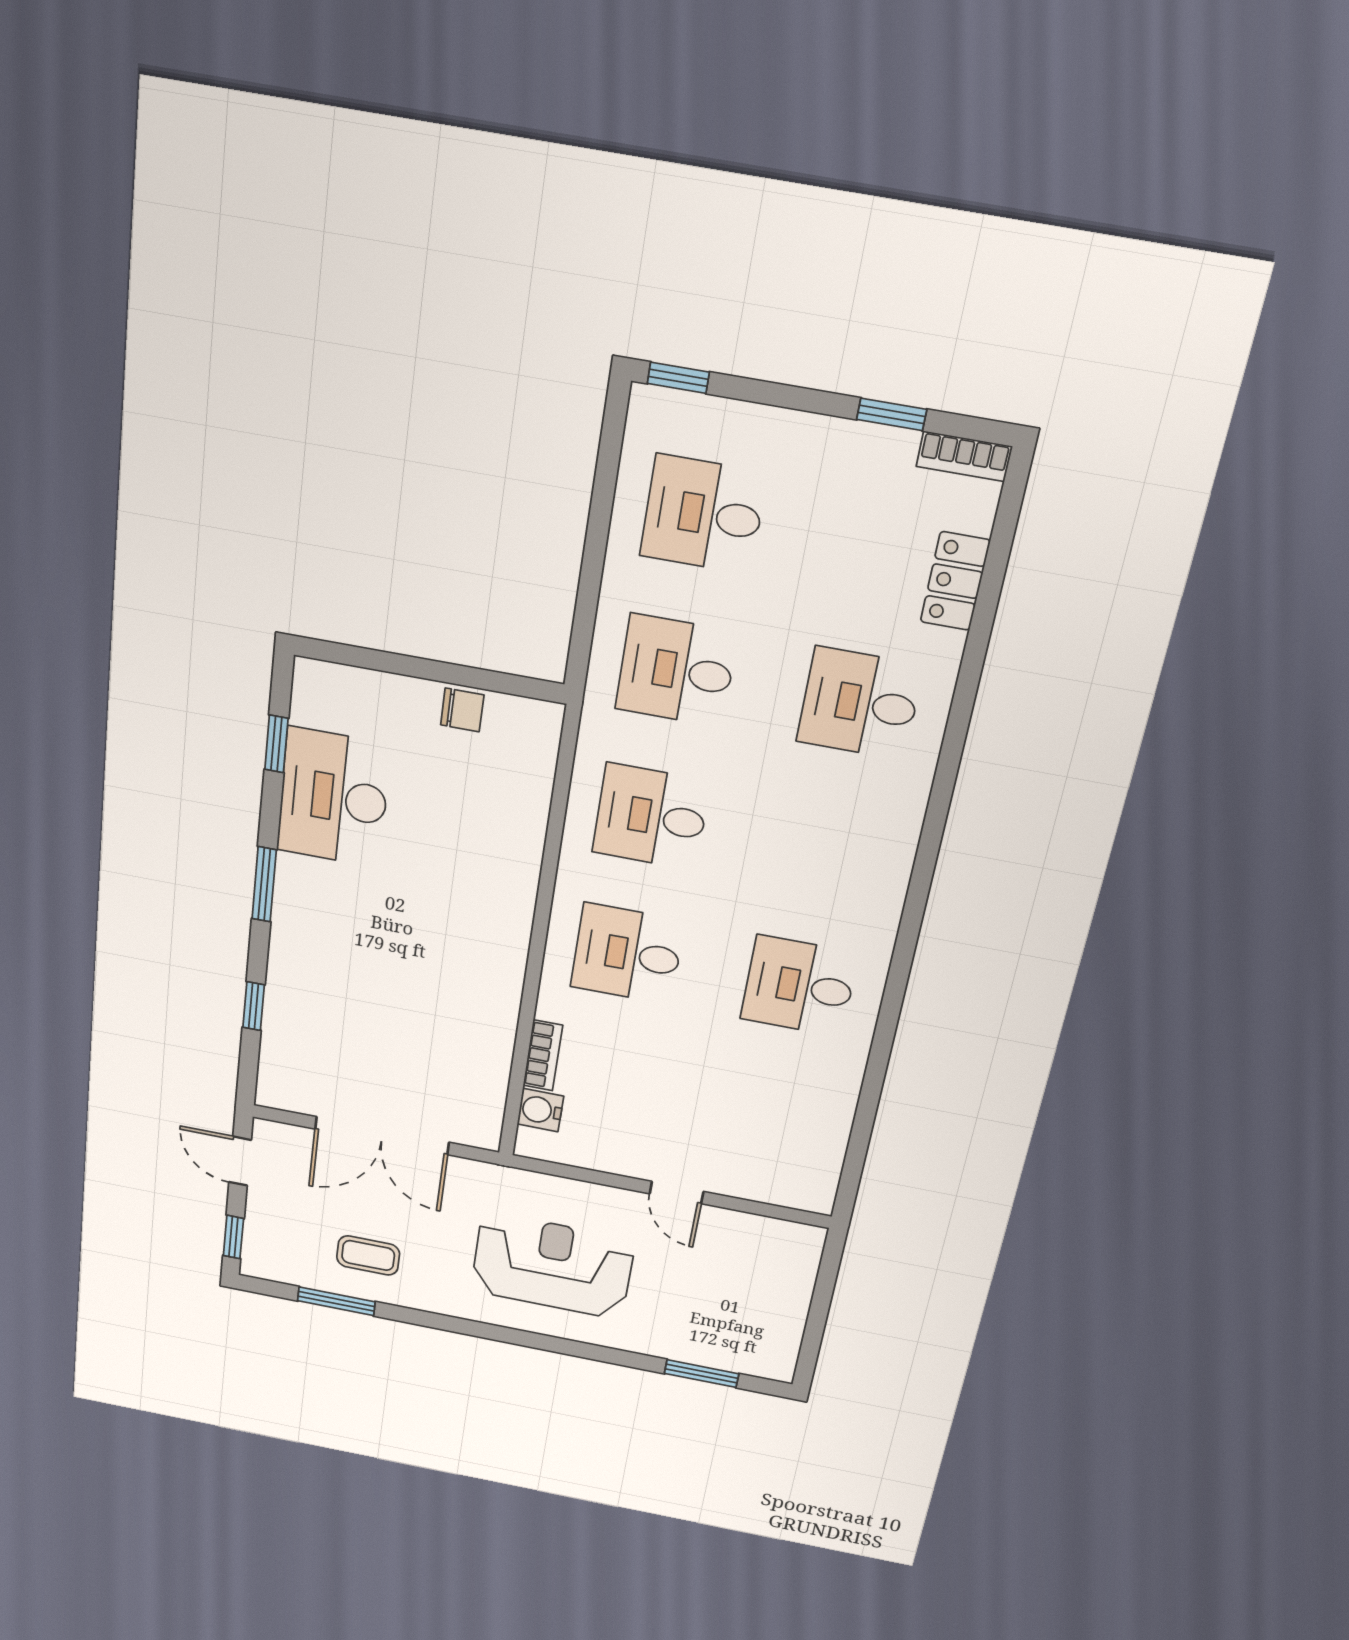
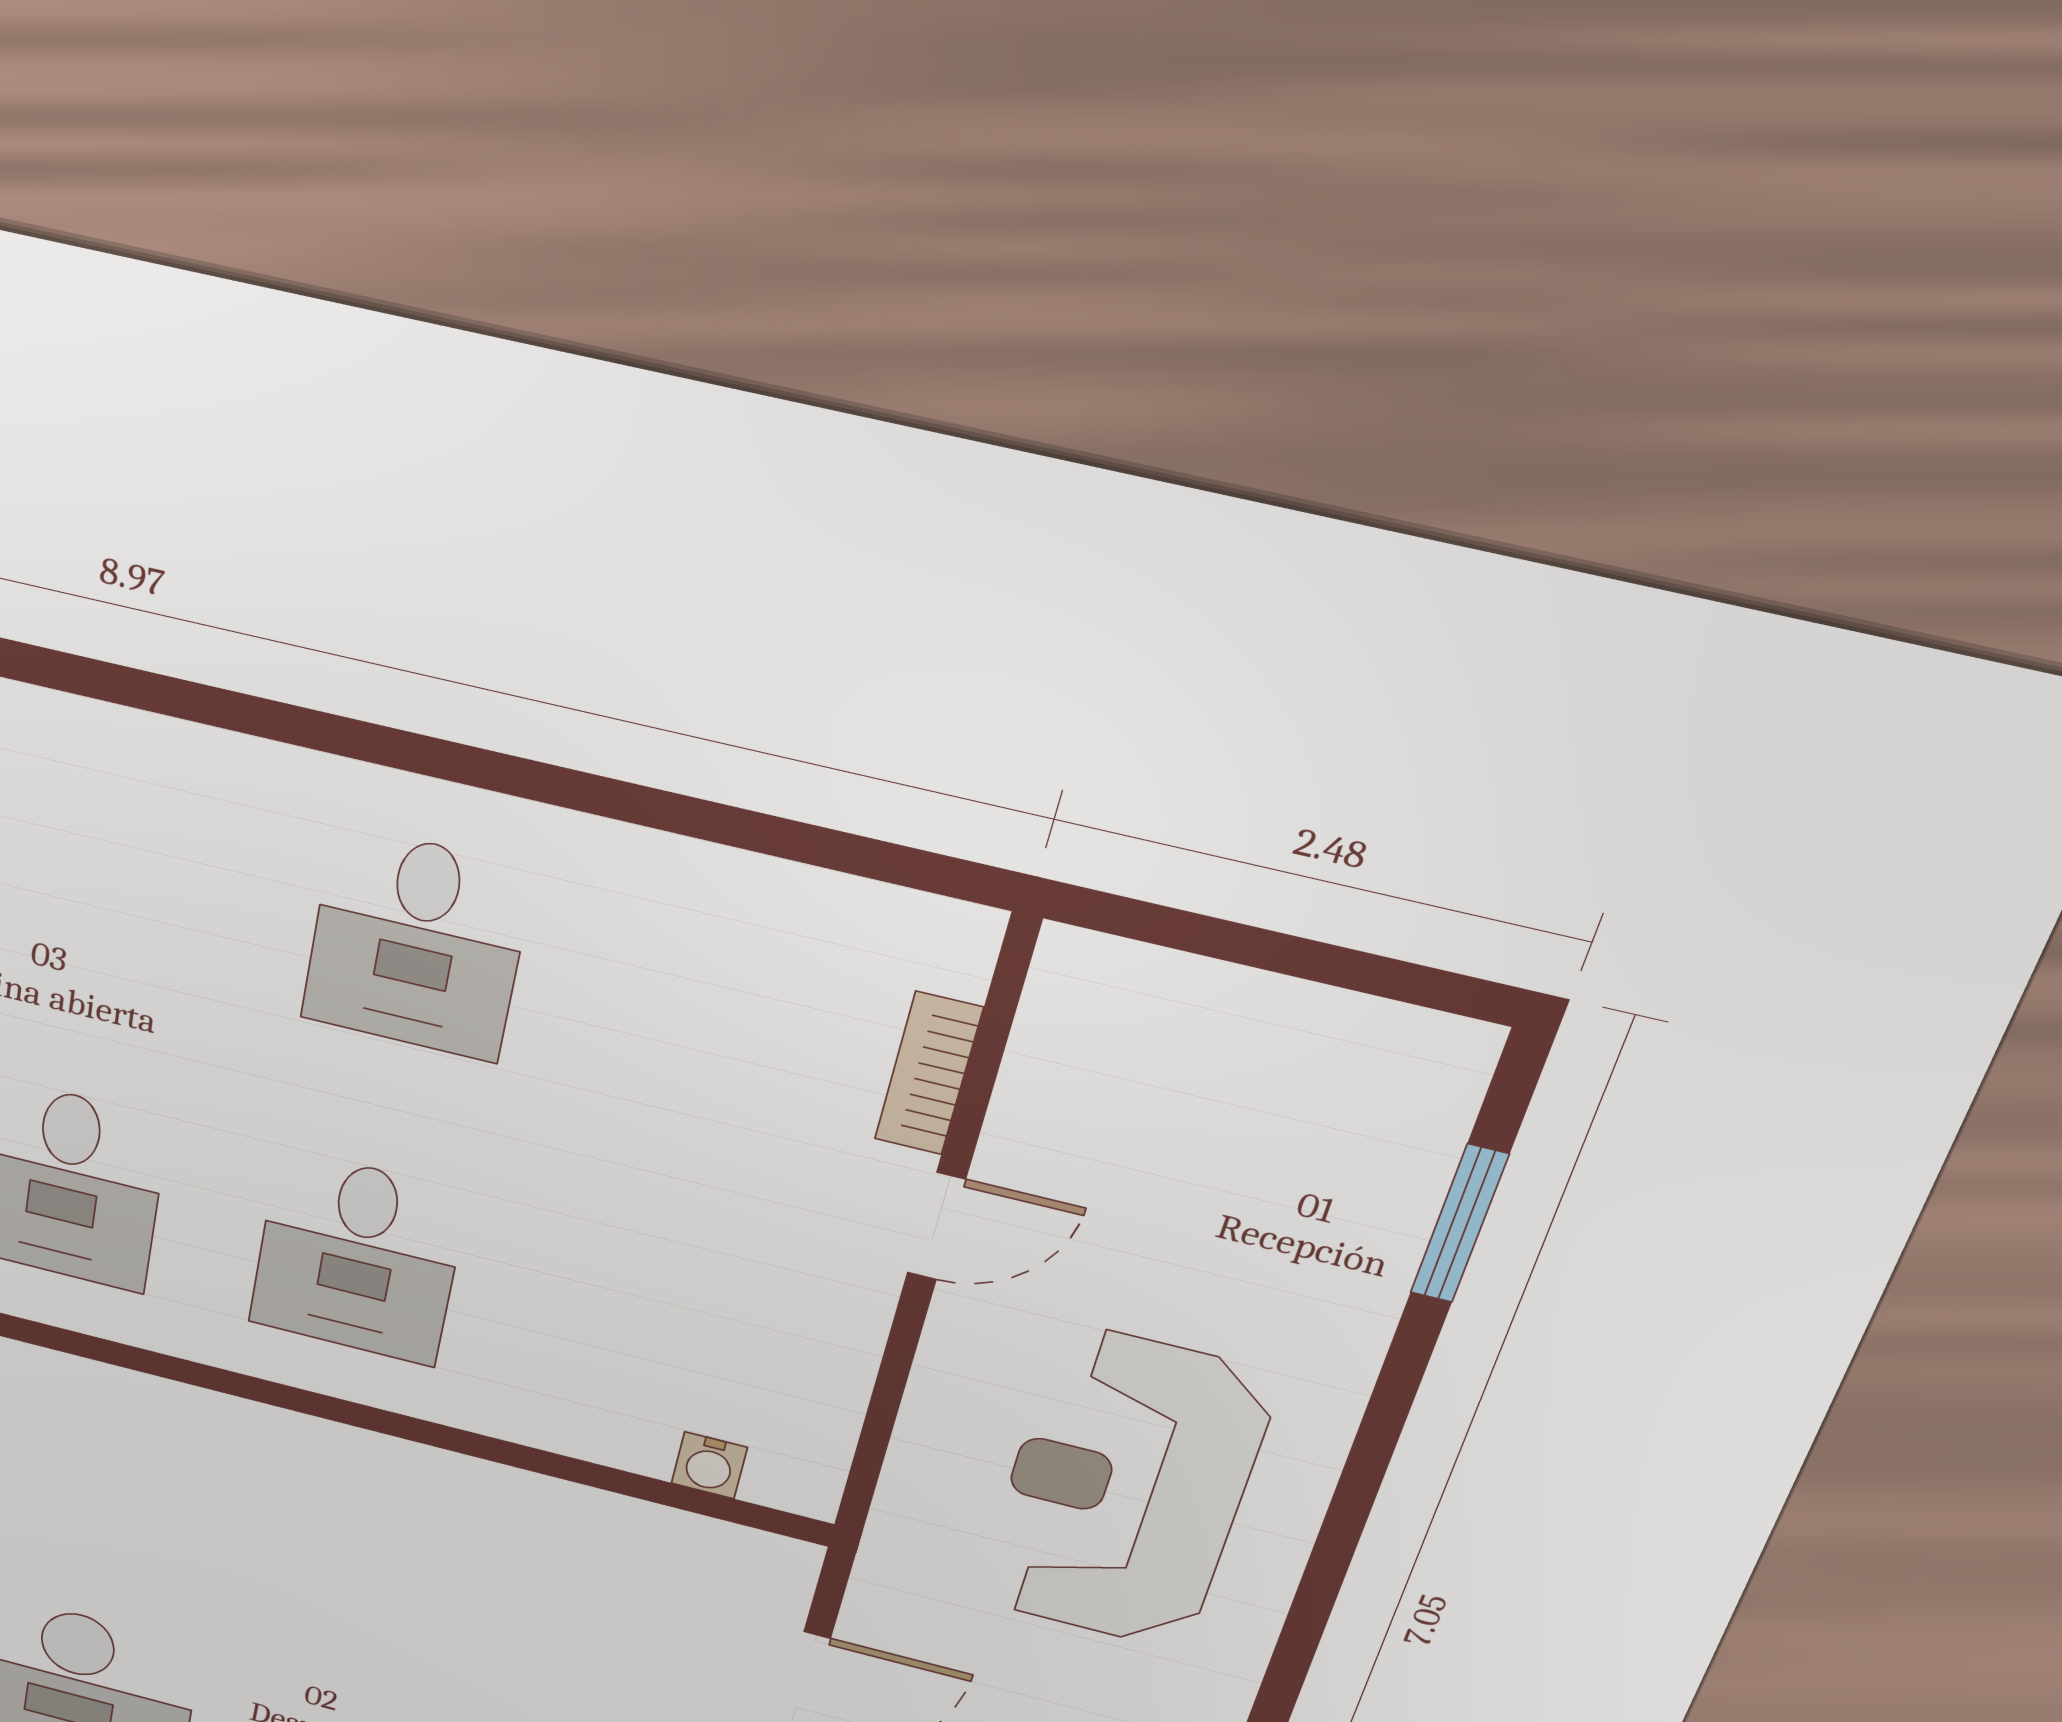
bookcase: (543, 1055) -> (929, 1074), moved, turned -90
water cooler: (540, 1110) -> (709, 1465), width x0.72, depth x0.72

